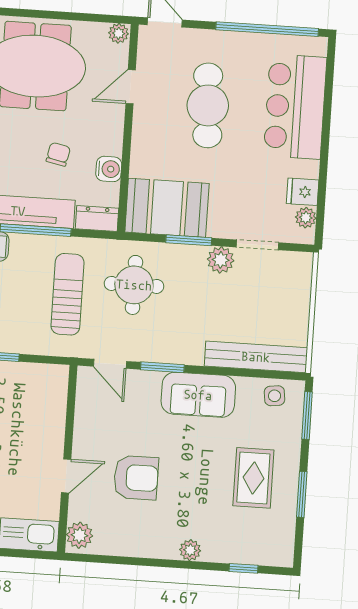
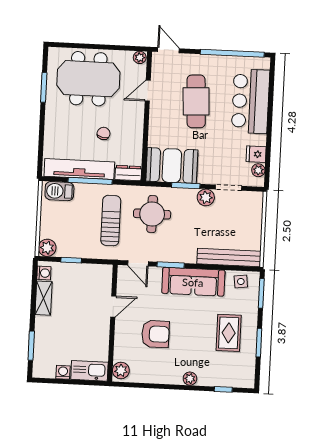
water cooler: (109, 169) -> (135, 142), removed
sofa: (198, 395) -> (193, 282), width x1.36
door: (66, 476) -> (113, 307), moved

